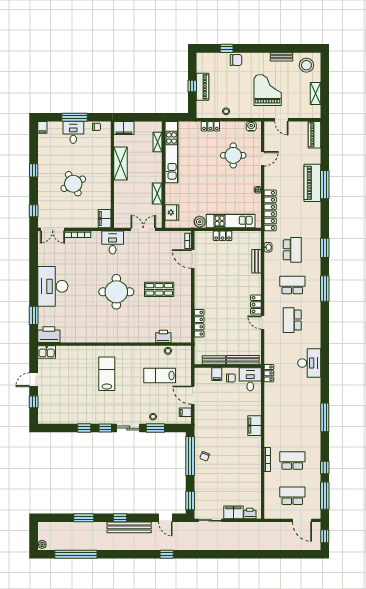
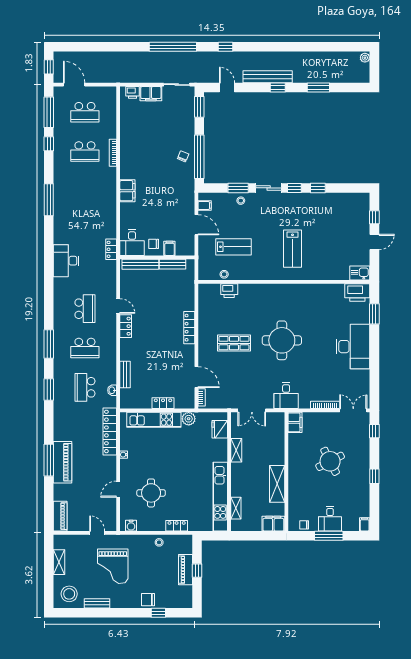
locker: (199, 323) -> (189, 328), moved
window: (76, 554) -> (173, 47), moved

